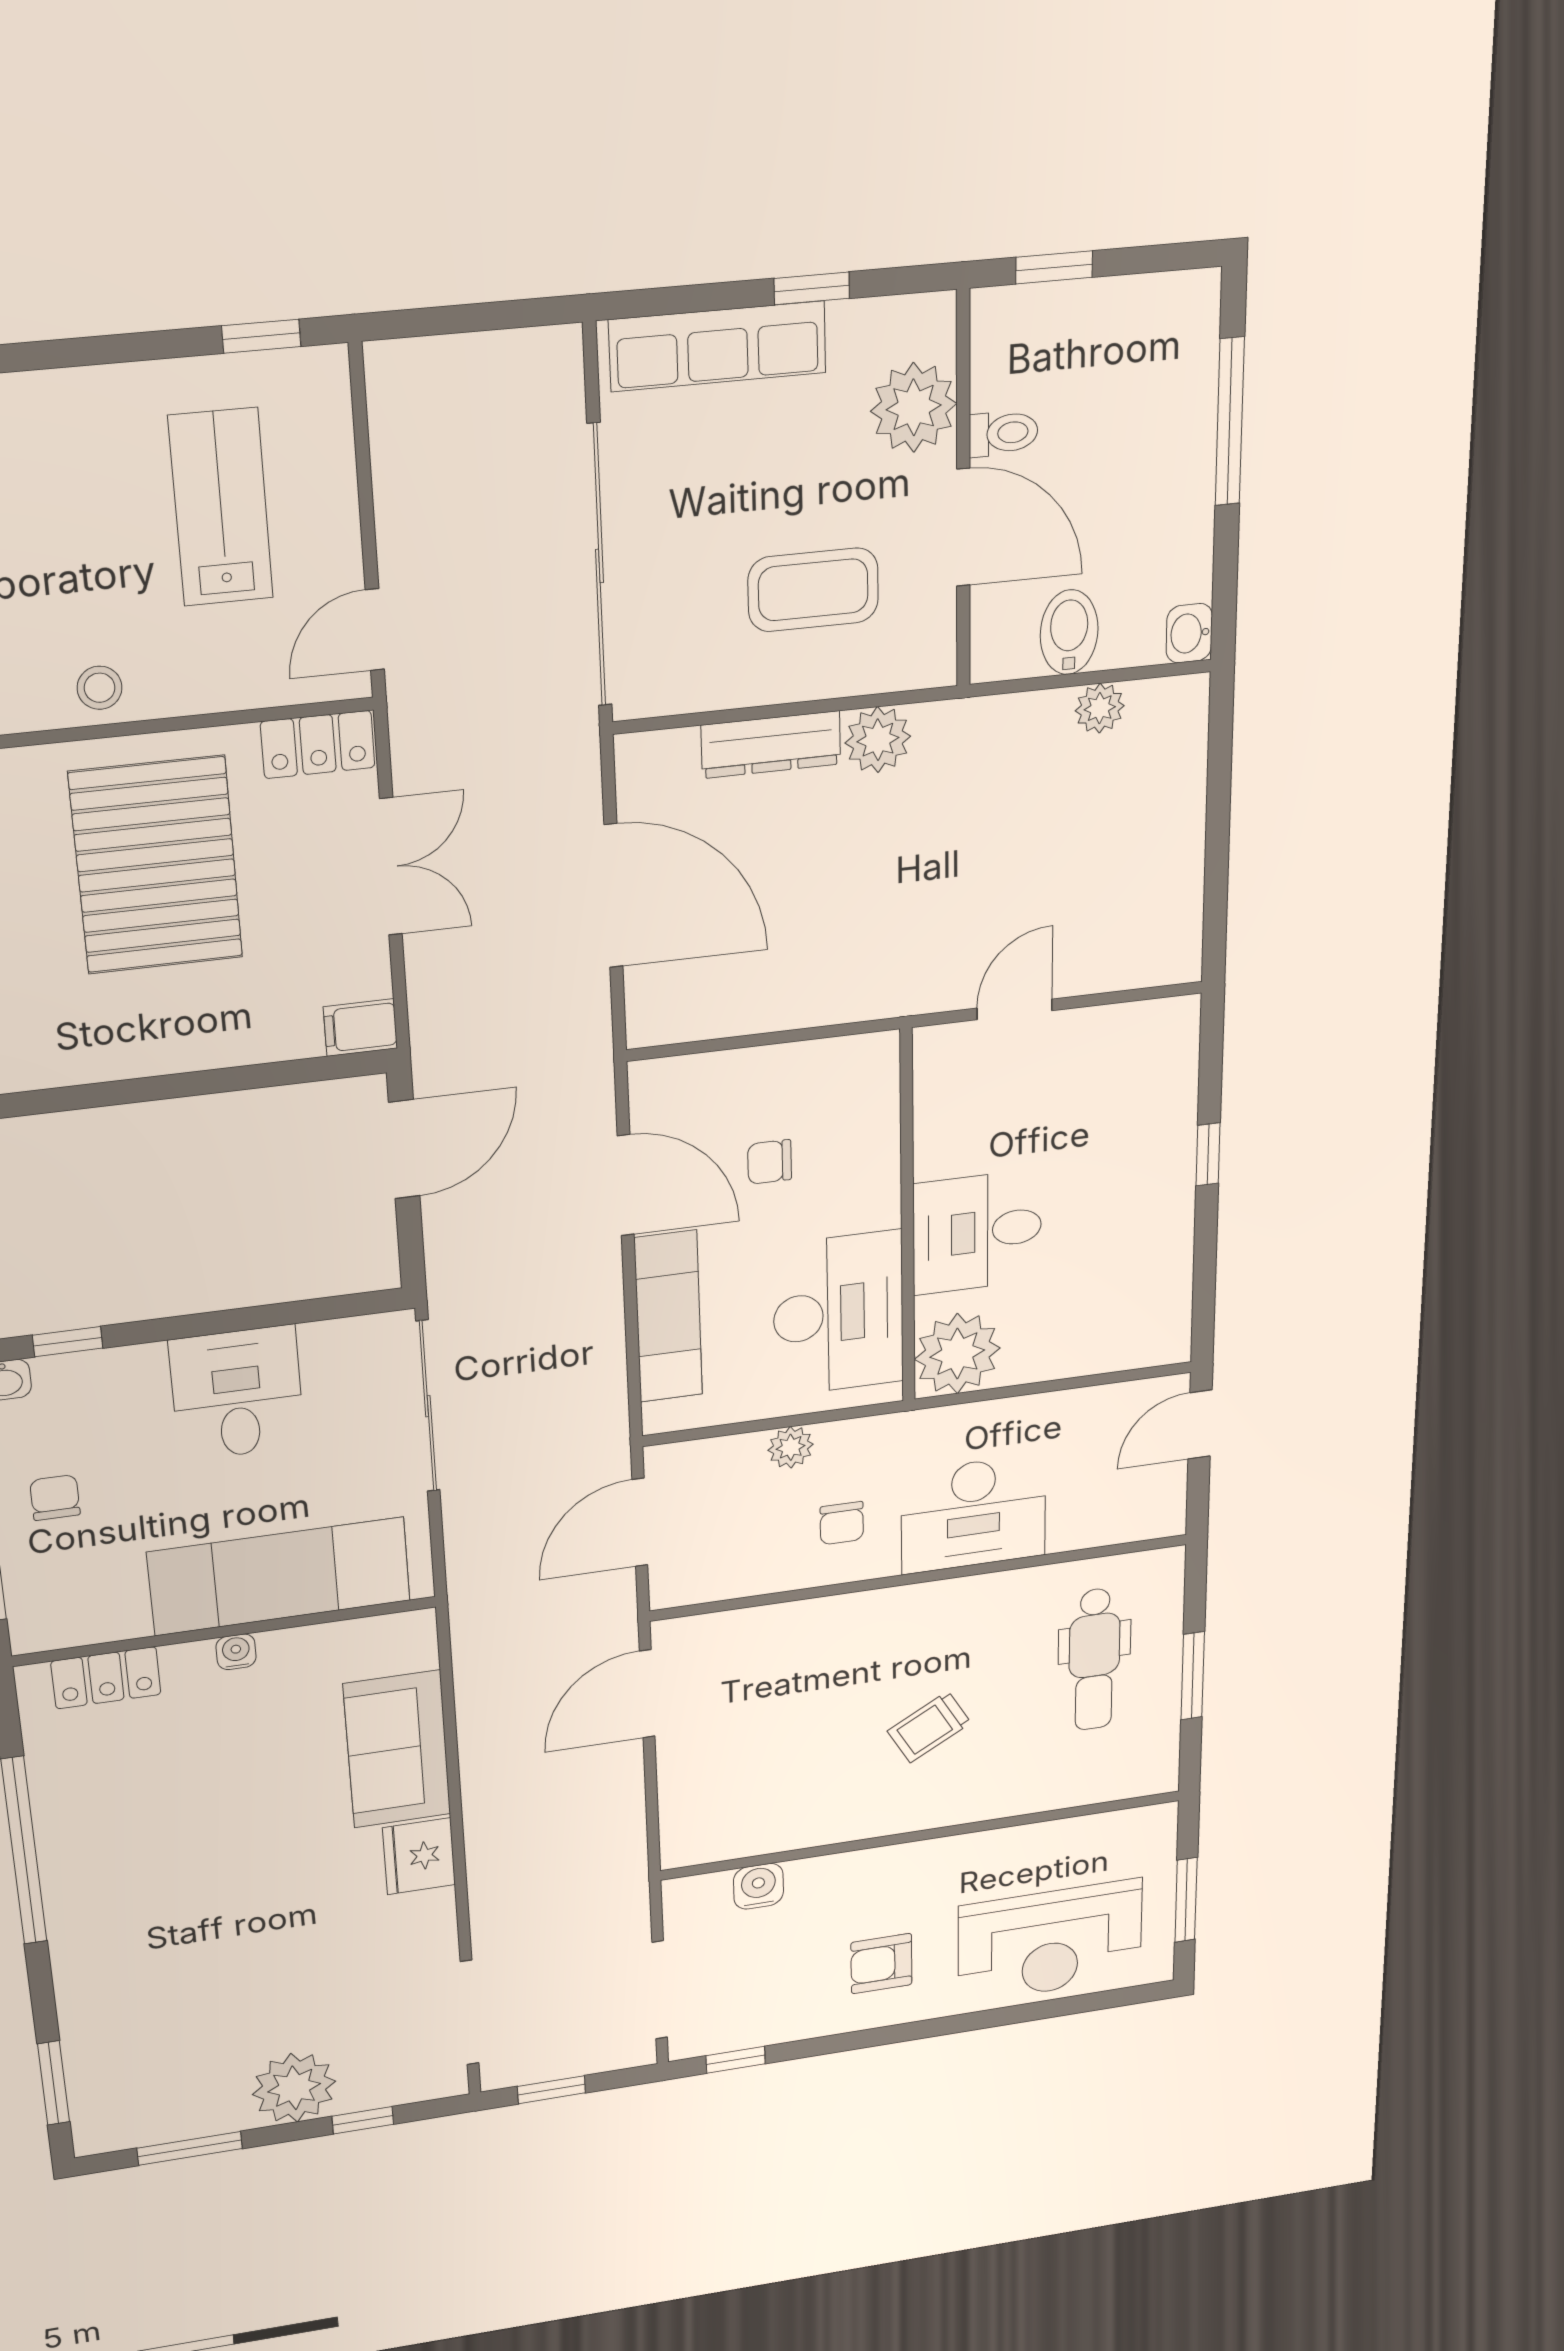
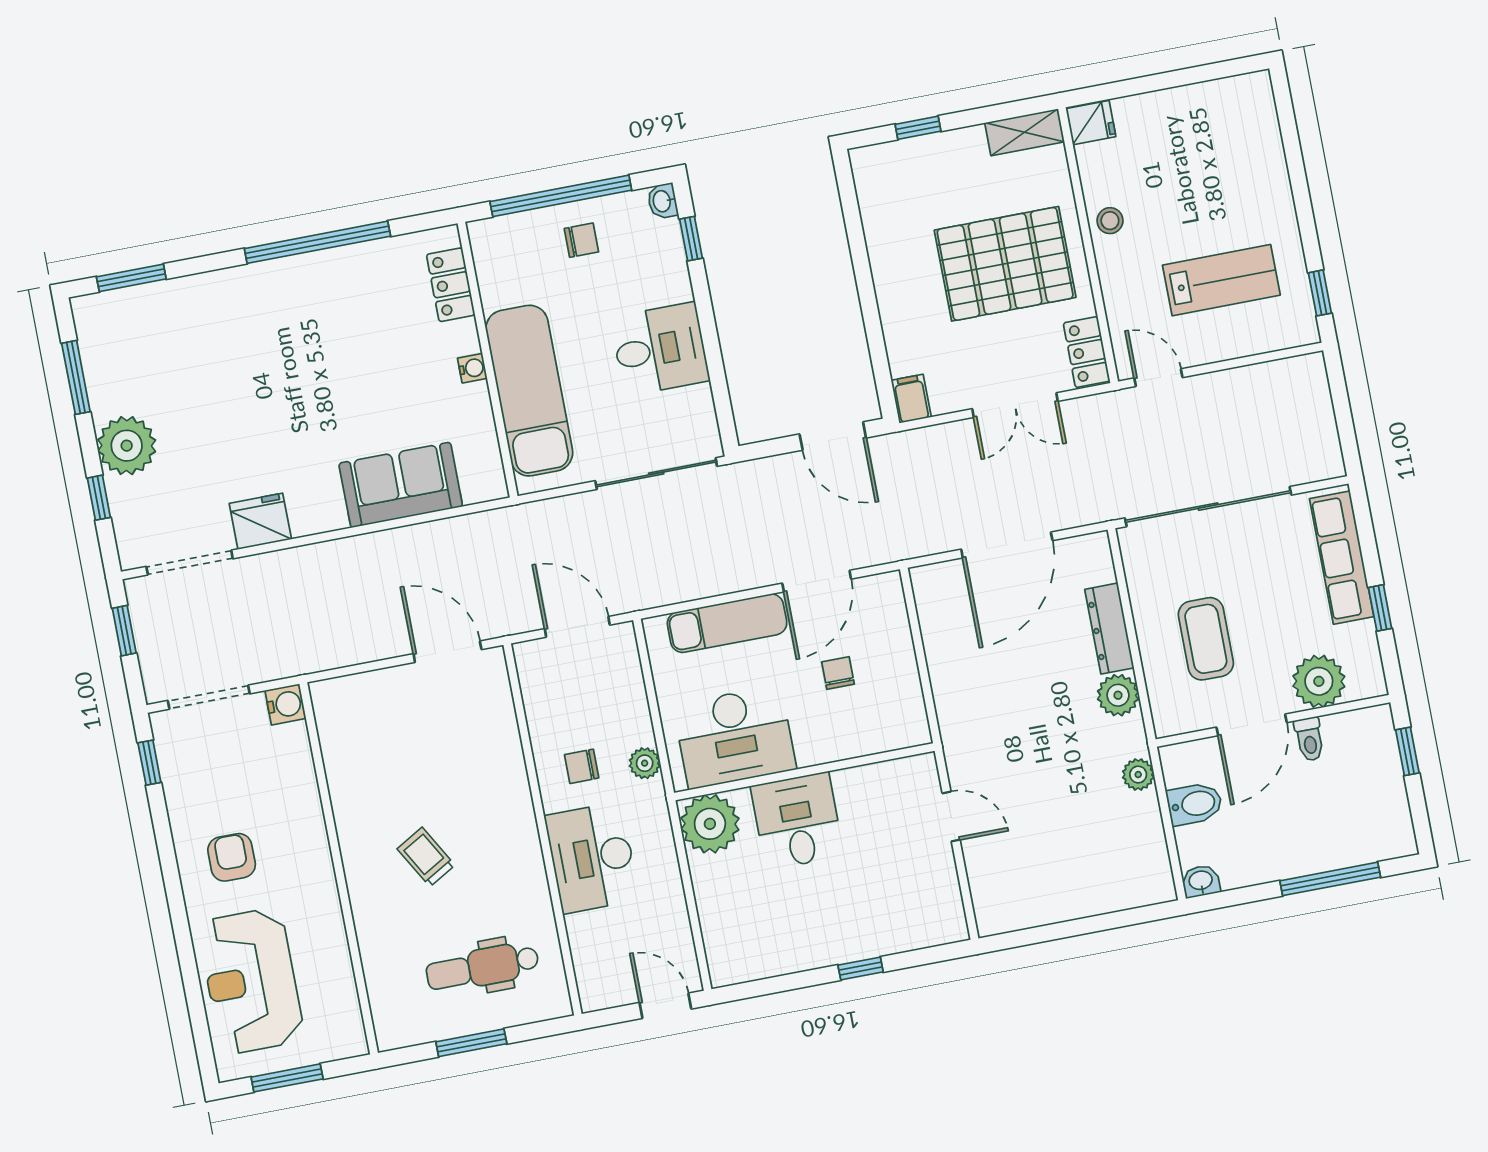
plant: (1100, 708) -> (1138, 775), moved
plant: (791, 1447) -> (645, 763), moved
fridge: (419, 1856) -> (260, 521), moved
water cooler: (758, 1886) -> (285, 704), moved

